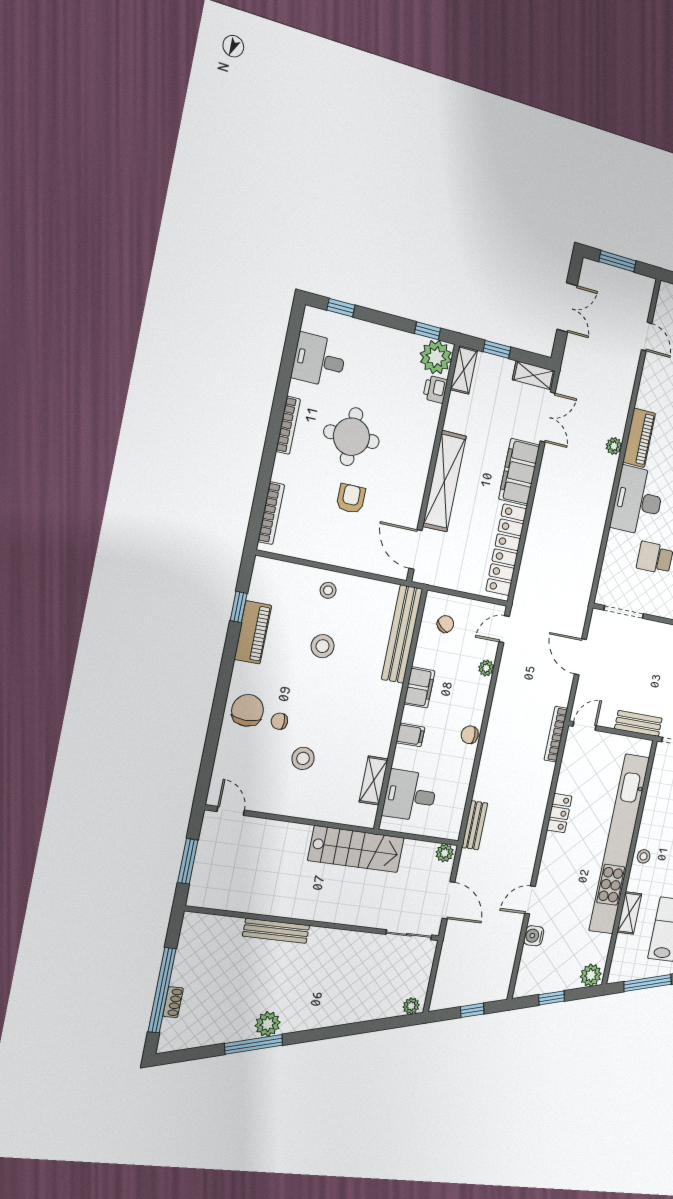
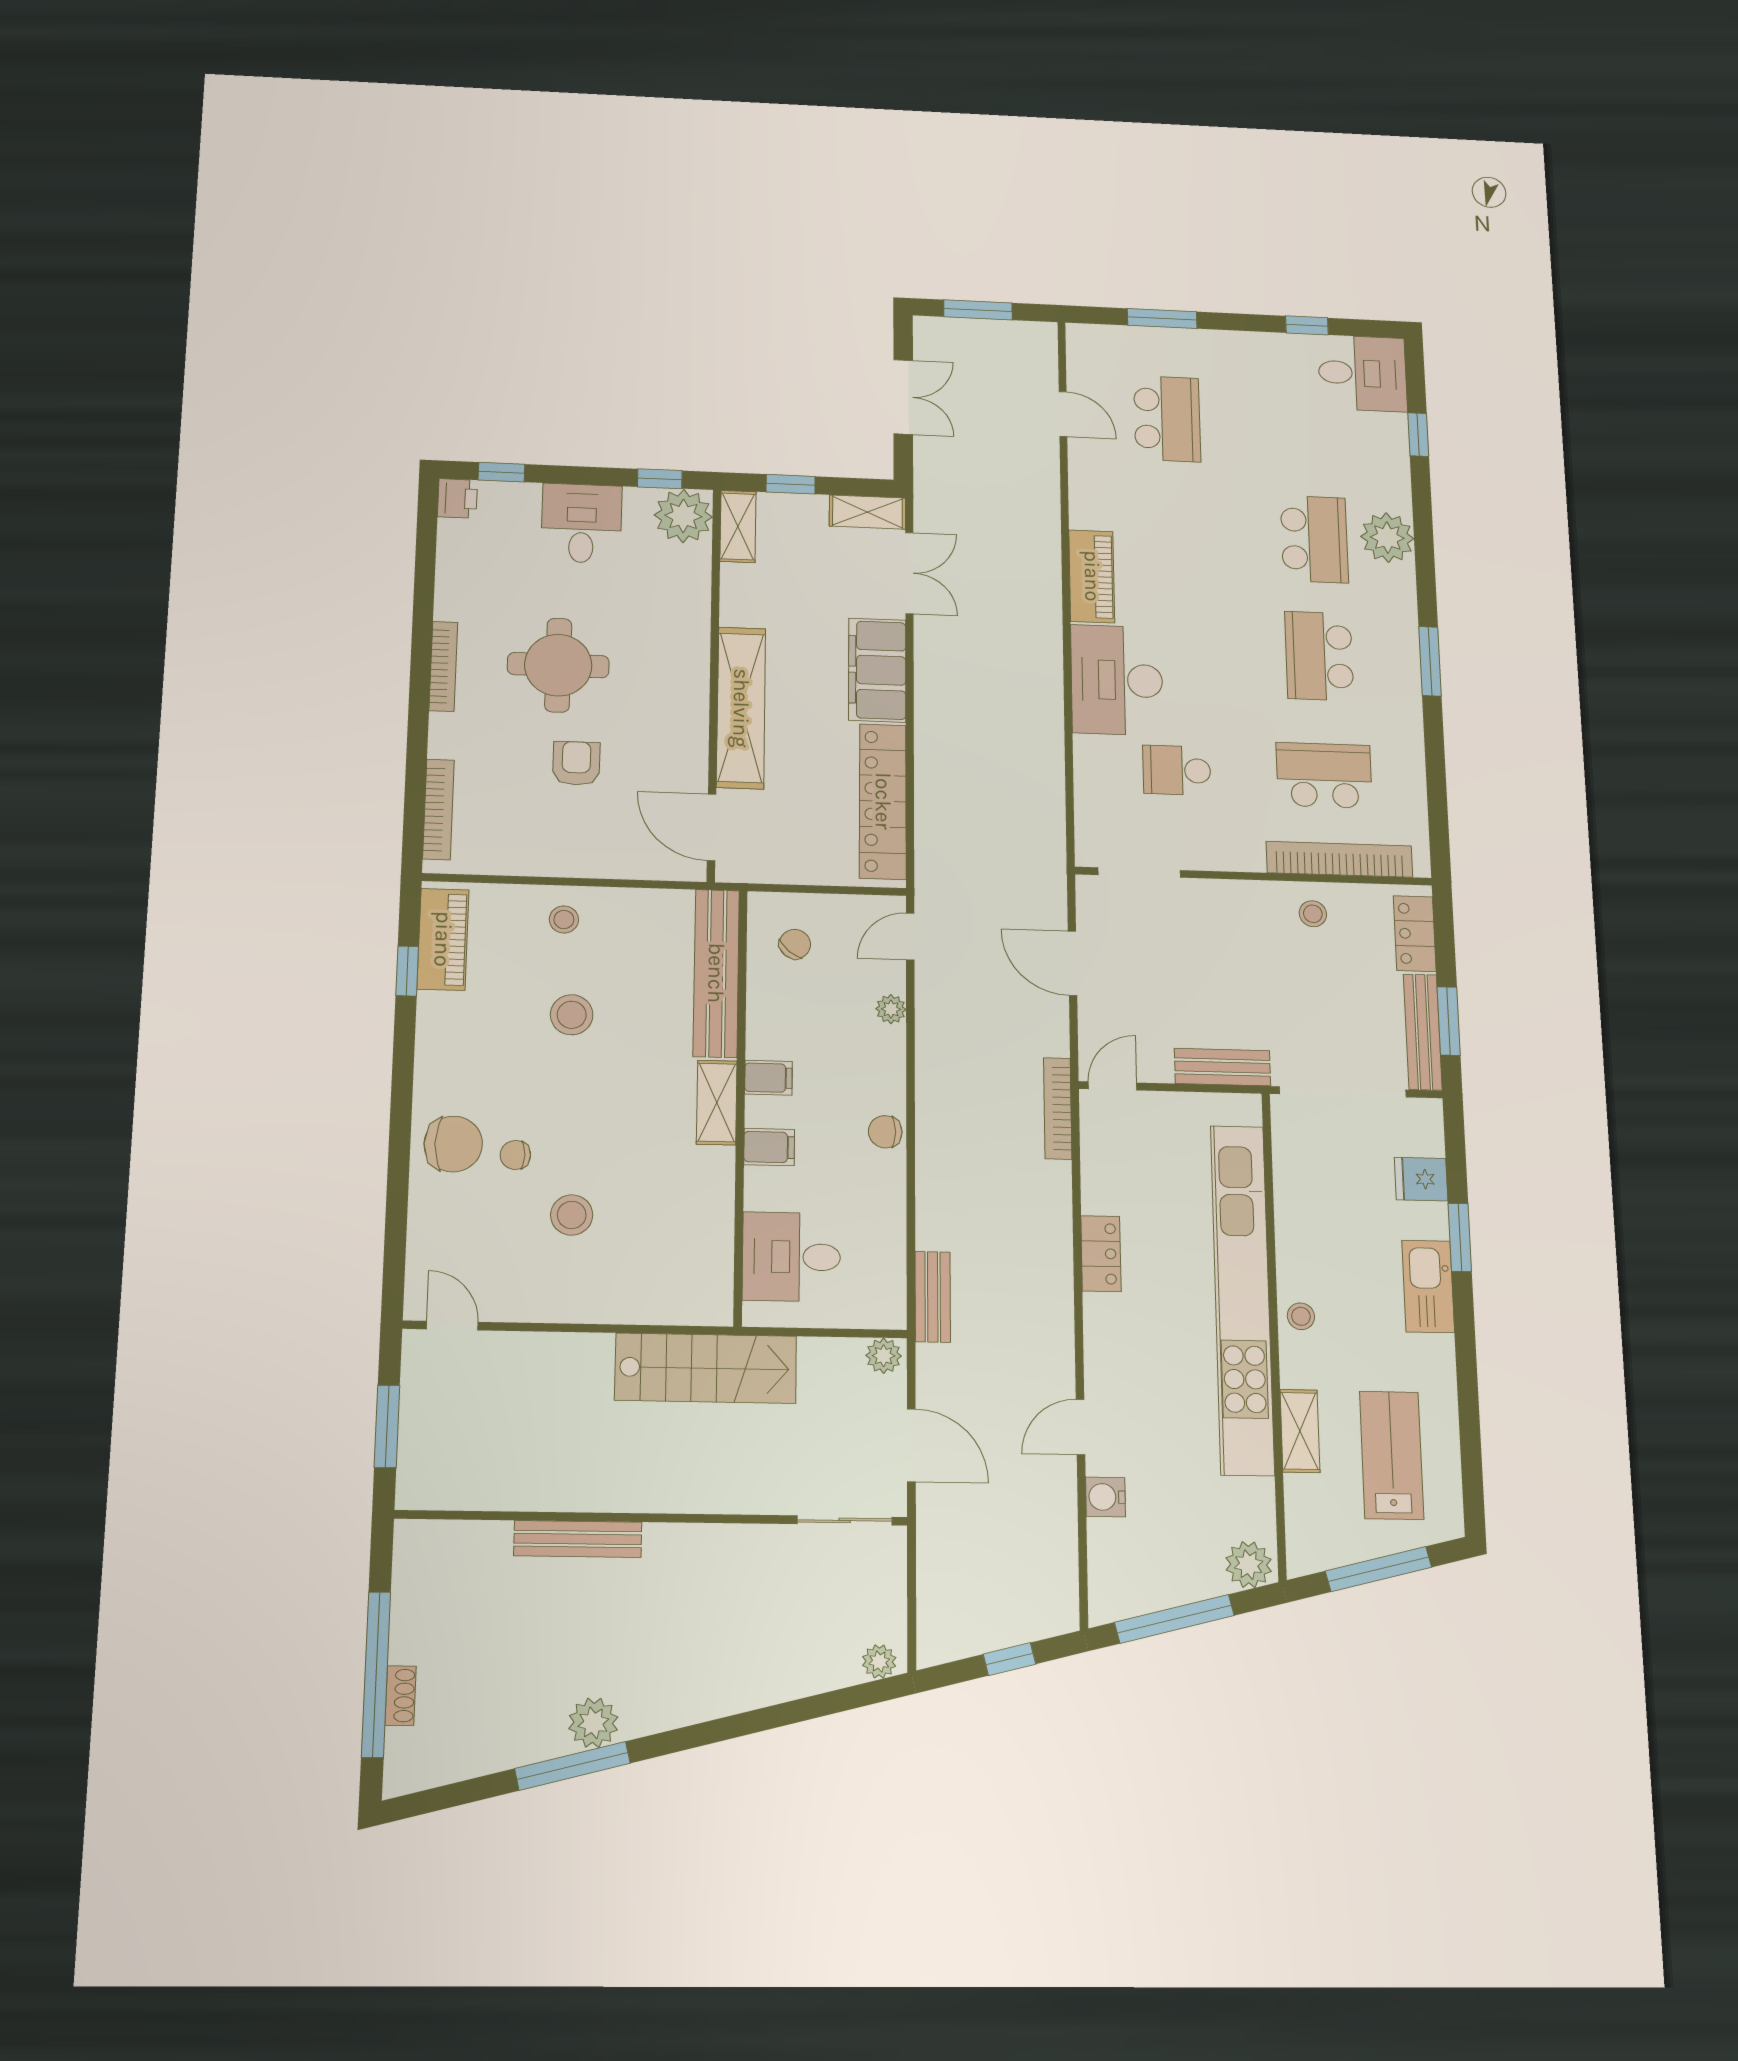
desk: (319, 360) -> (581, 523), moved, turned 90
printer: (435, 389) -> (457, 498), moved, turned 180
plant: (614, 446) -> (1047, 598), removed
piano: (253, 632) -> (443, 939), moved
filing cabinet: (419, 687) -> (768, 1078), width x0.50
chair: (248, 710) -> (453, 1144), turned 90
shelving: (374, 780) -> (717, 1103), moved
window: (552, 998) -> (1174, 1619), width x2.17

